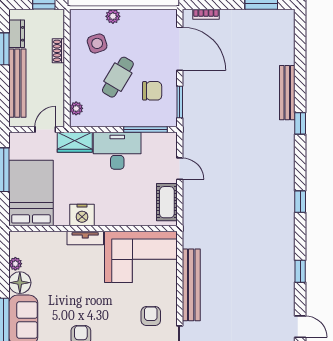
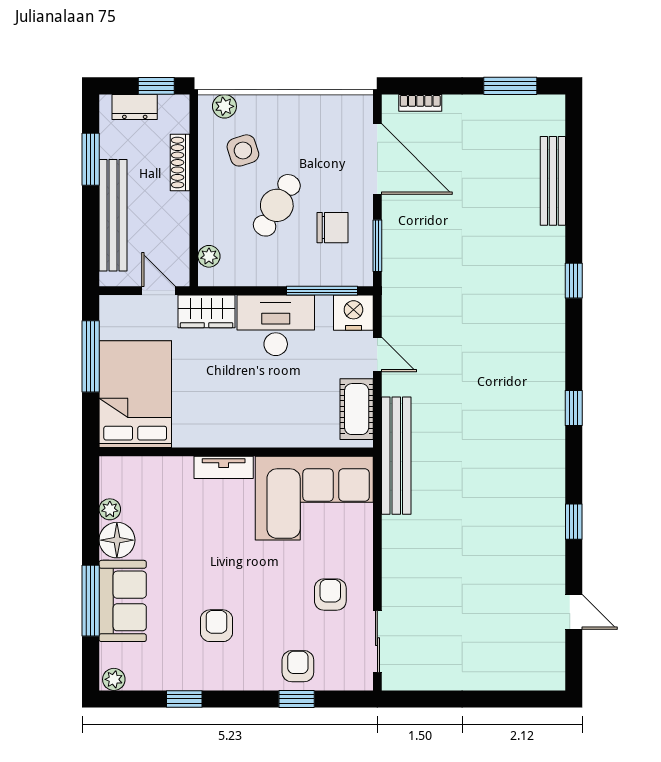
plant: (113, 16) -> (224, 106), moved
dresser: (17, 34) -> (135, 107), moved, turned 90
shoe rack: (58, 51) -> (180, 162), width x1.43
bench: (287, 93) -> (553, 181), moved
door: (45, 130) -> (158, 291), hinge flipped
nightstand: (82, 215) -> (353, 313), moved, turned 180
bench: (191, 285) -> (396, 456), moved

